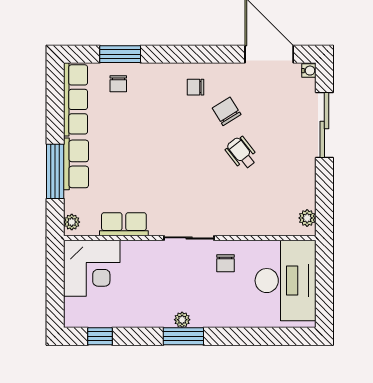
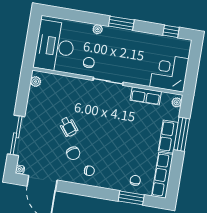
plant: (182, 320) -> (98, 29), moved

